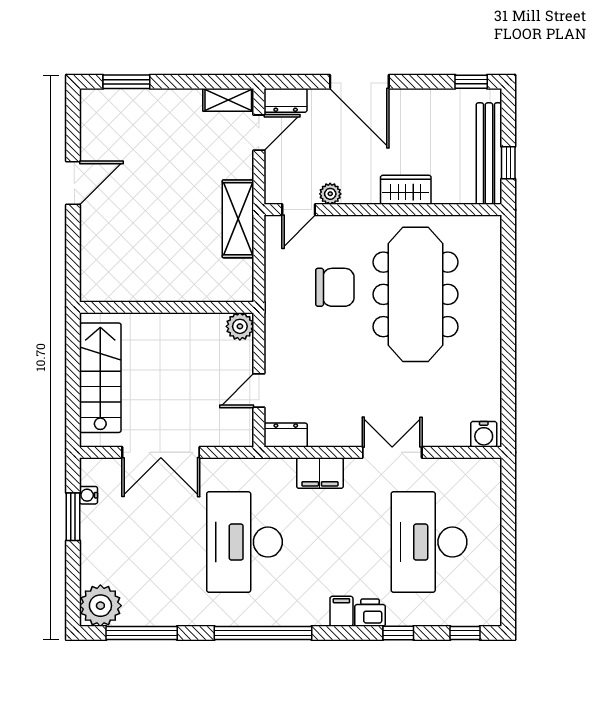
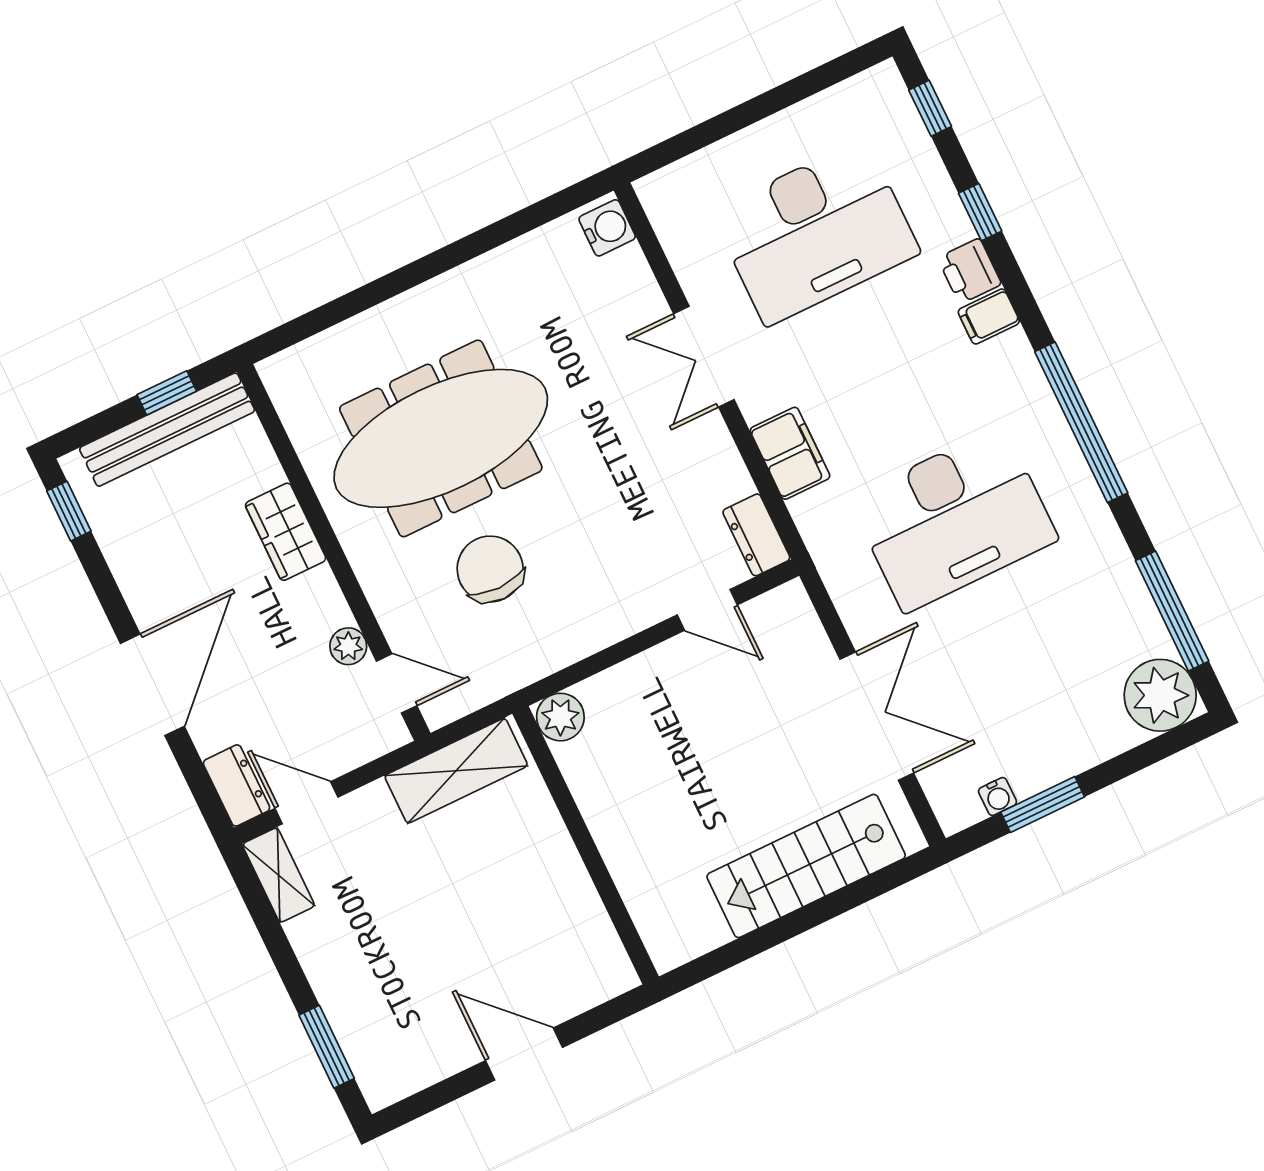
wall: (167, 307) -> (586, 845), moved
plant: (240, 326) -> (560, 717), moved

